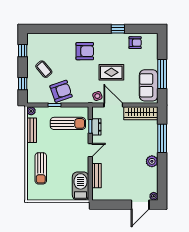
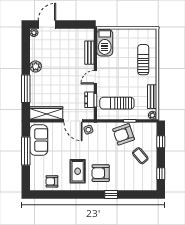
window: (118, 29) -> (111, 195), moved
rug: (111, 72) -> (78, 171), moved, turned 90

